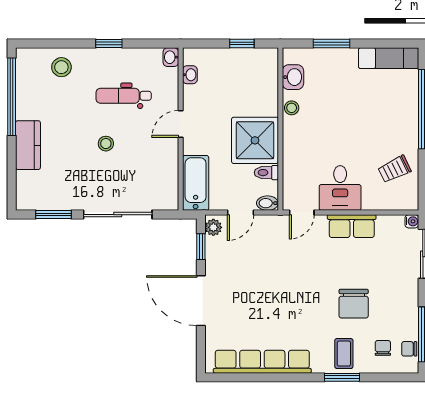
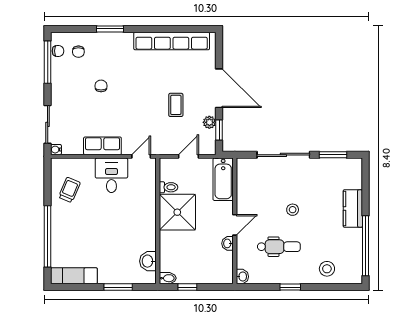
washbasin: (190, 75) -> (228, 243), moved
stool: (292, 108) -> (149, 237), removed
trolley: (395, 169) -> (69, 190), turned -41
bidet: (267, 203) -> (168, 278), moved
plant: (213, 227) -> (209, 122), moved
chair: (354, 304) -> (101, 86), width x0.54, depth x0.54
coffee table: (344, 354) -> (176, 105), moved

